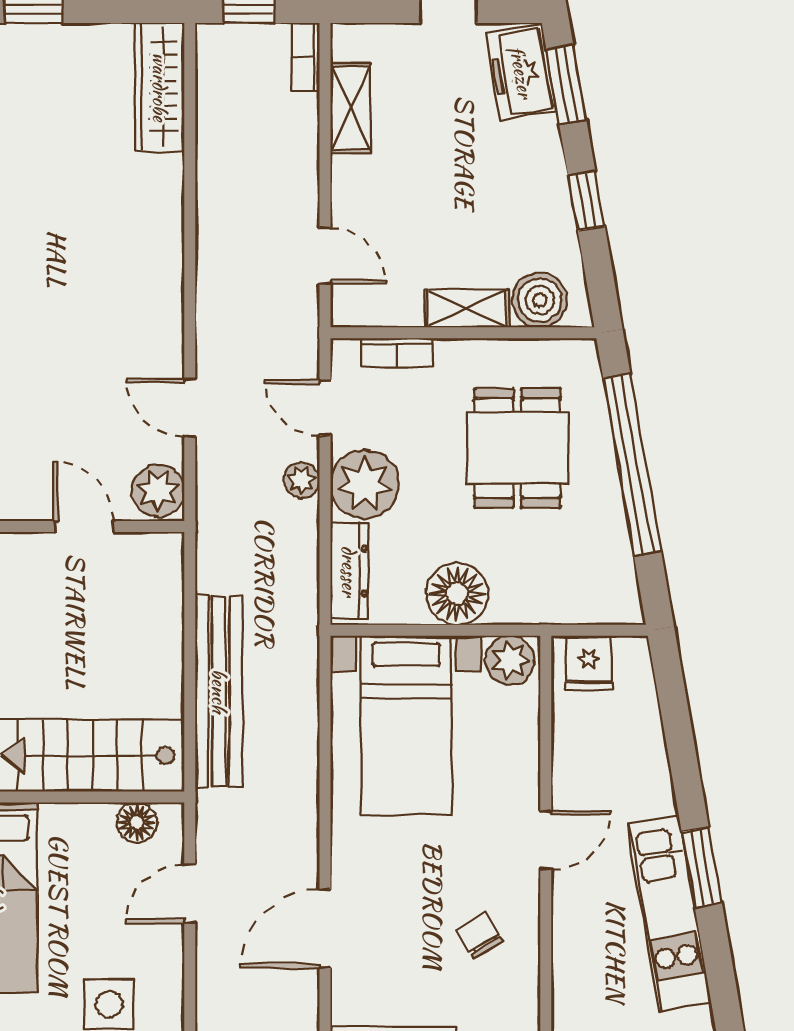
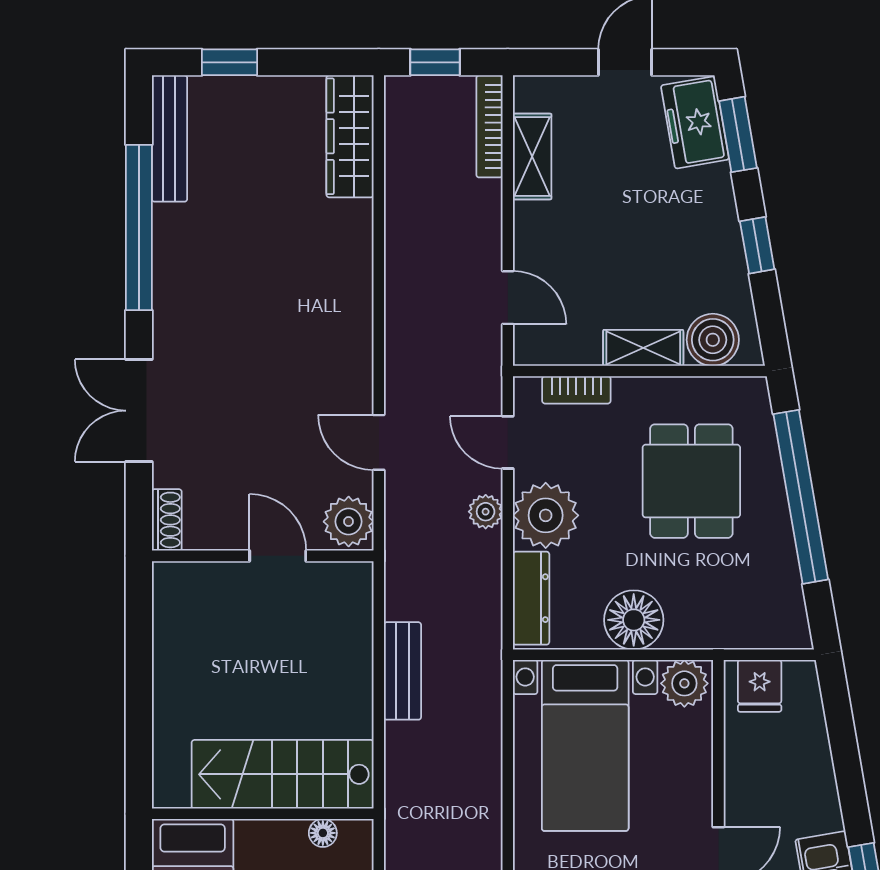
bookcase: (306, 57) -> (489, 126), width x1.56
bench: (219, 691) -> (403, 671), width x0.54, depth x0.82
floor lamp: (137, 823) -> (323, 833), width x0.73, depth x0.73

